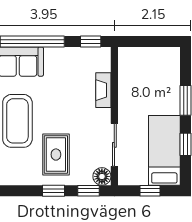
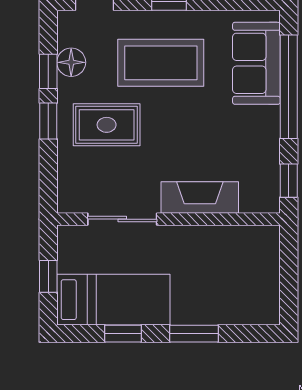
fireplace: (103, 90) -> (200, 197), width x1.37, depth x1.32
floor lamp: (102, 176) -> (71, 62), moved
window: (89, 191) -> (48, 71), moved

